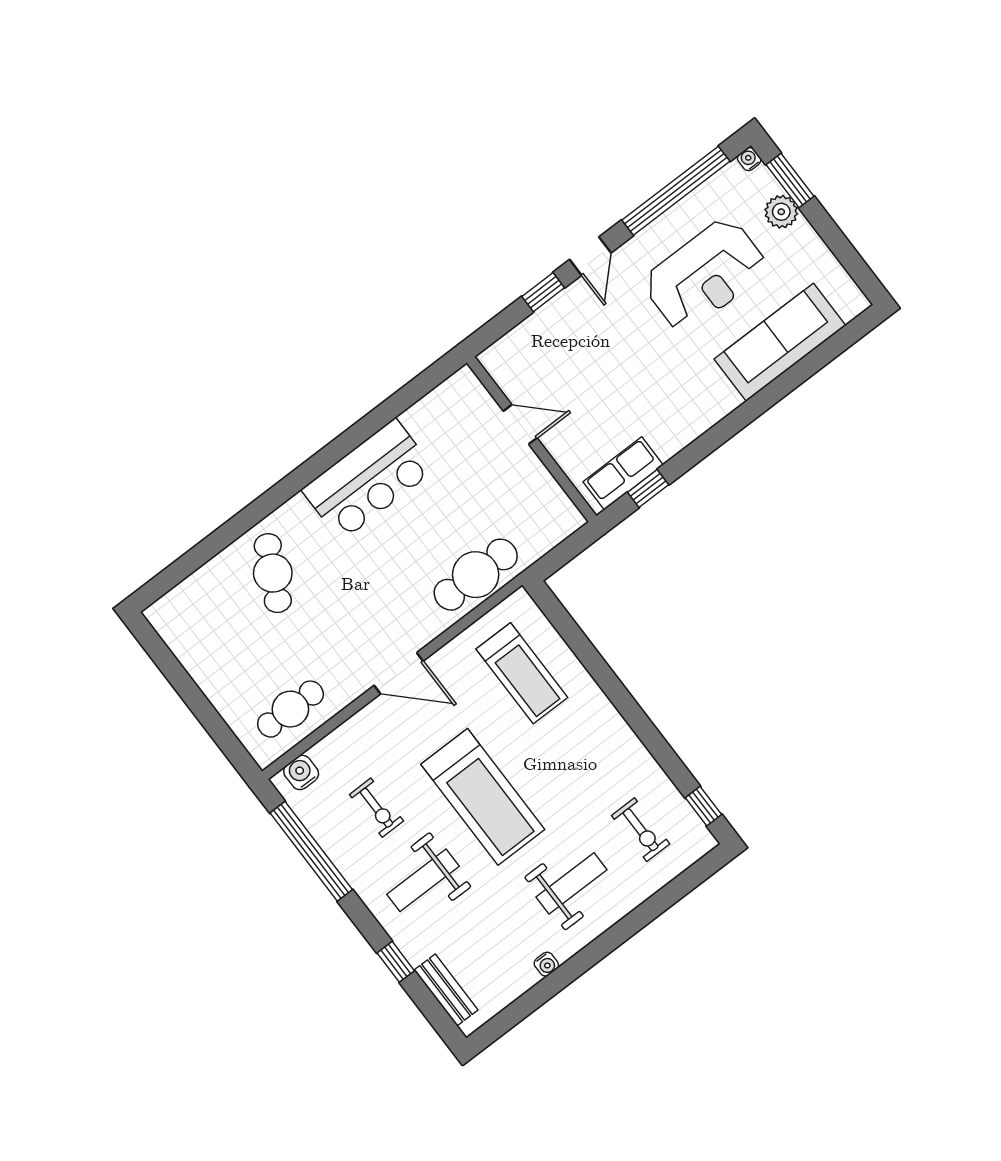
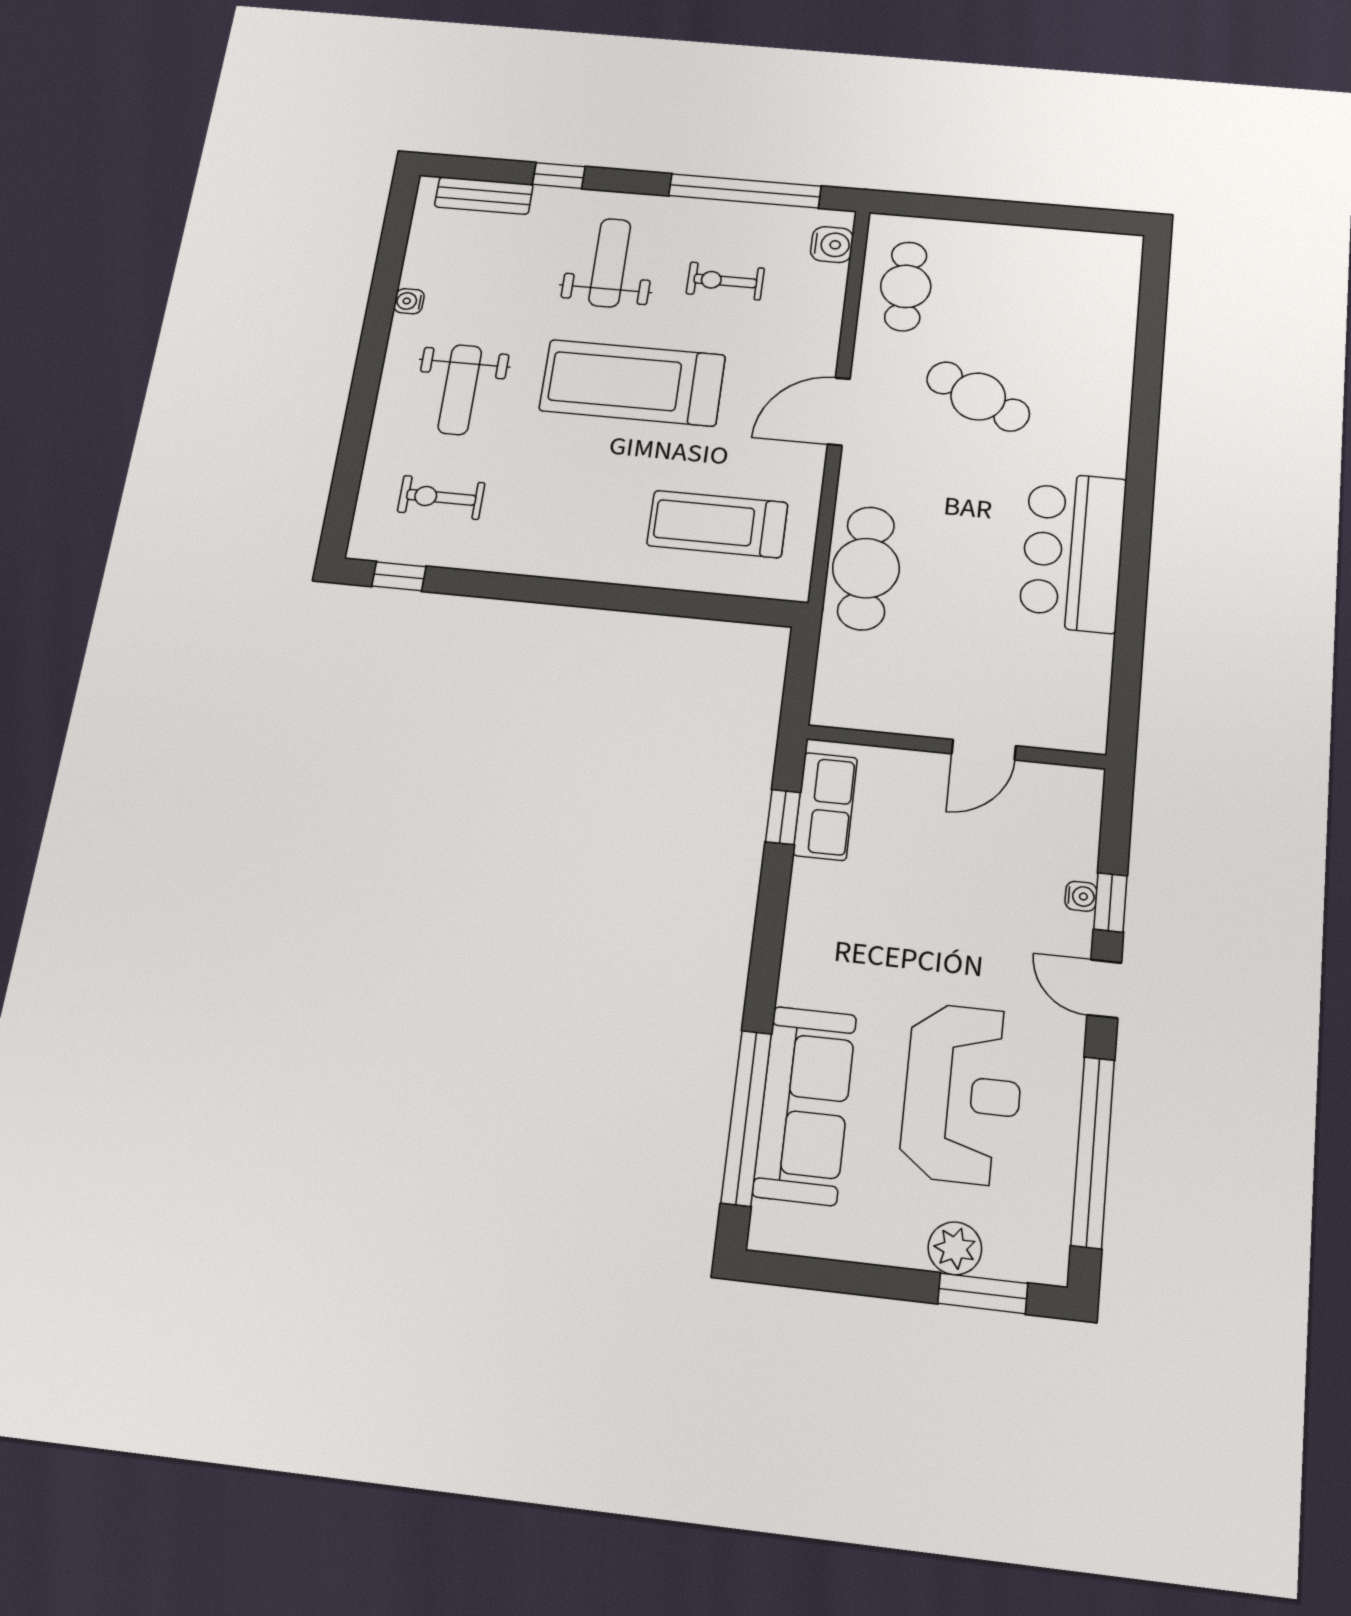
water cooler: (749, 159) -> (1081, 896), moved
reception desk: (705, 275) -> (962, 1094), turned 180
window: (812, 363) -> (746, 1118), added
cafe table: (273, 573) -> (978, 396), moved

